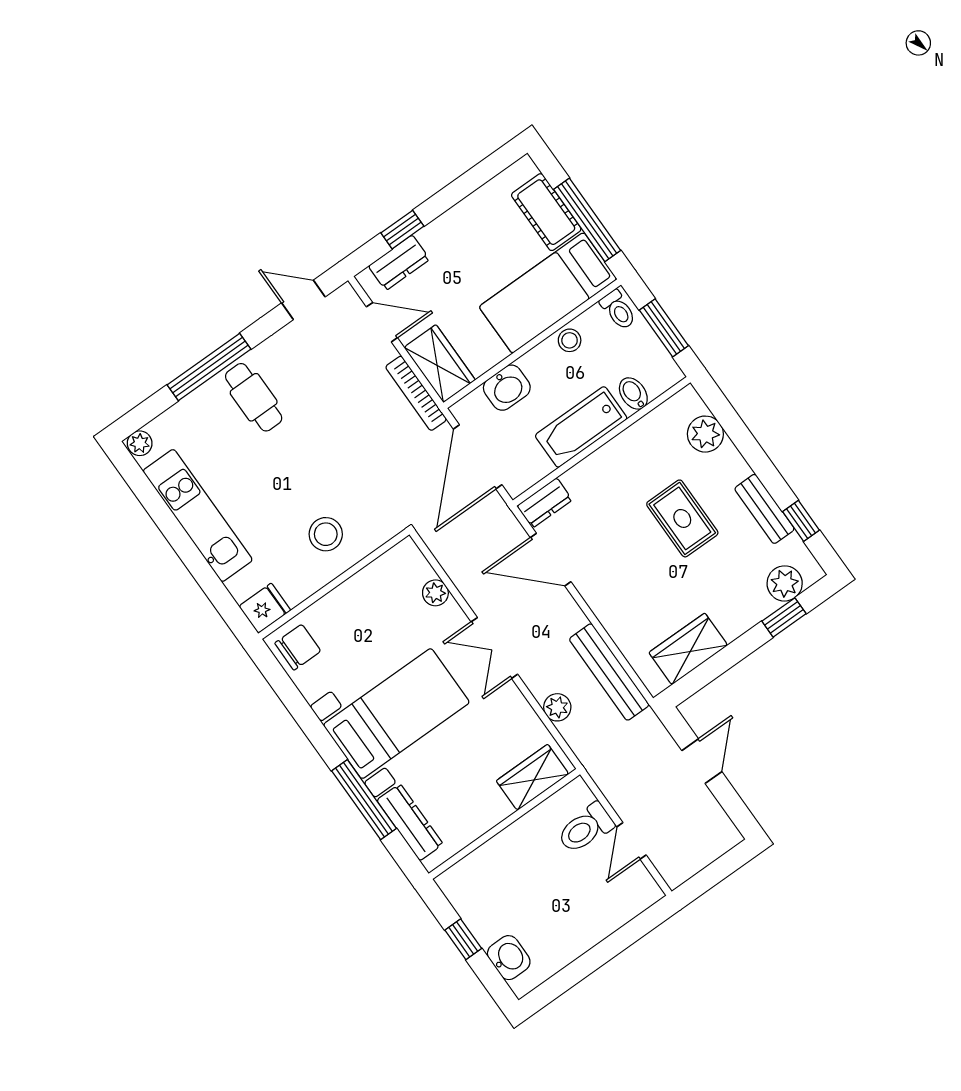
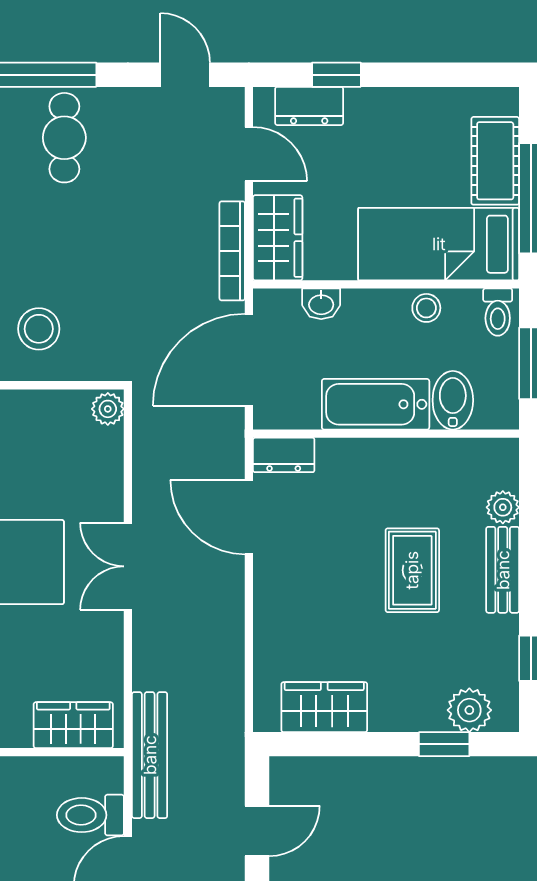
washbasin: (507, 388) -> (321, 304), width x0.72, depth x0.69
bidet: (633, 394) -> (453, 400), width x1.38, depth x1.36
plant: (705, 434) -> (503, 507), width x0.73, depth x0.73
bench: (764, 509) -> (503, 570), moved
plant: (435, 593) -> (108, 409), moved
bench: (609, 672) -> (150, 755), moved
plant: (557, 707) -> (149, 672), removed

